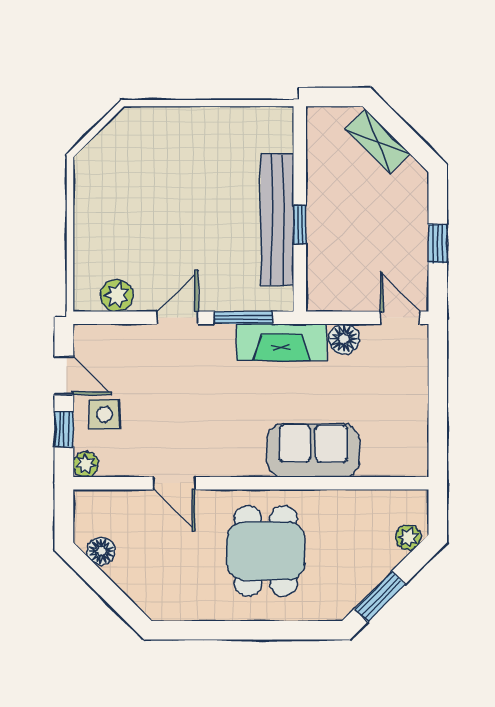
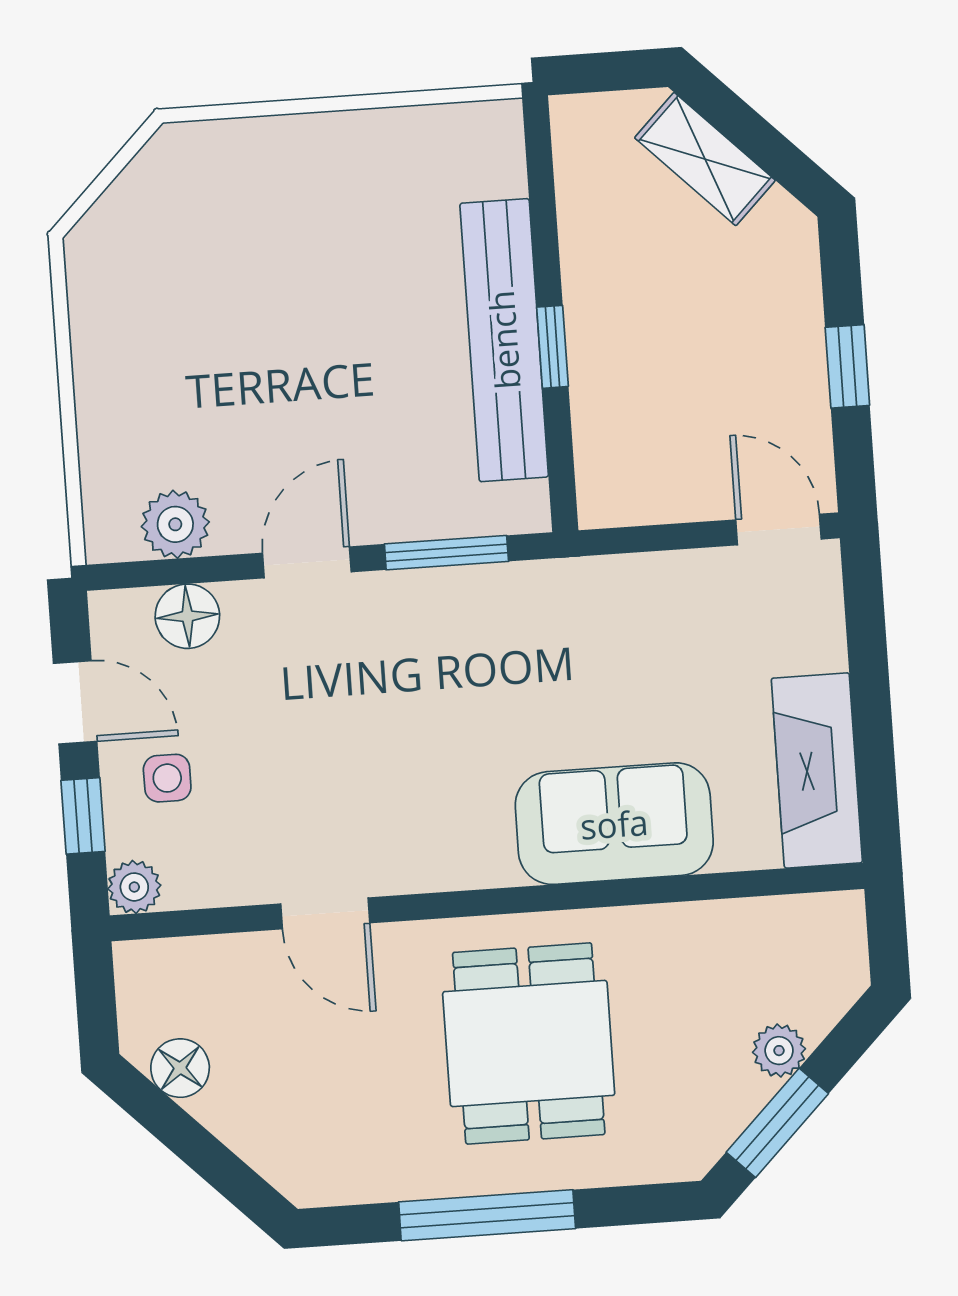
floor lamp: (344, 339) -> (187, 616), moved
fireplace: (281, 342) -> (817, 770), moved, turned 90
side table: (105, 414) -> (167, 778), width x0.73, depth x0.73
plant: (408, 537) -> (779, 1051), moved
window: (241, 630) -> (487, 1215), added

